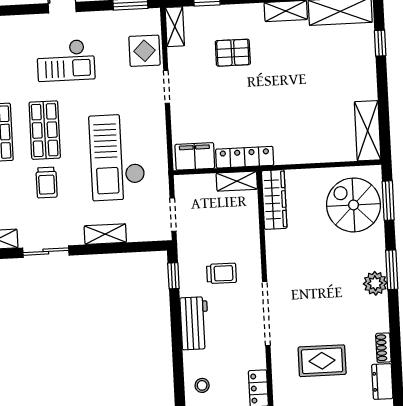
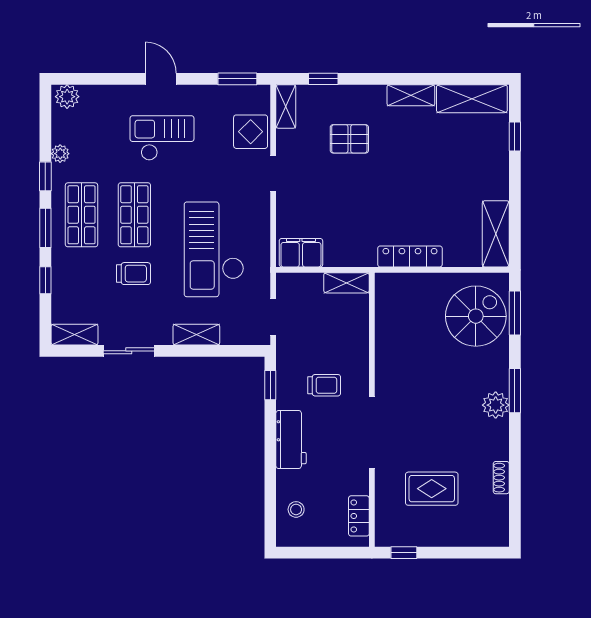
checkout: (66, 60) -> (162, 138), turned 180
locker: (245, 157) -> (410, 256), moved
trolley: (47, 183) -> (134, 274), turned -90
wardrobe: (274, 199) -> (387, 306), removed
spiral stairs: (354, 205) -> (476, 316), turned 90
dresser: (382, 381) -> (498, 515), removed

